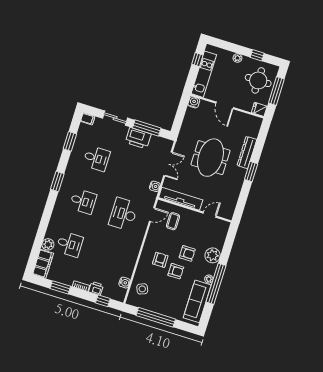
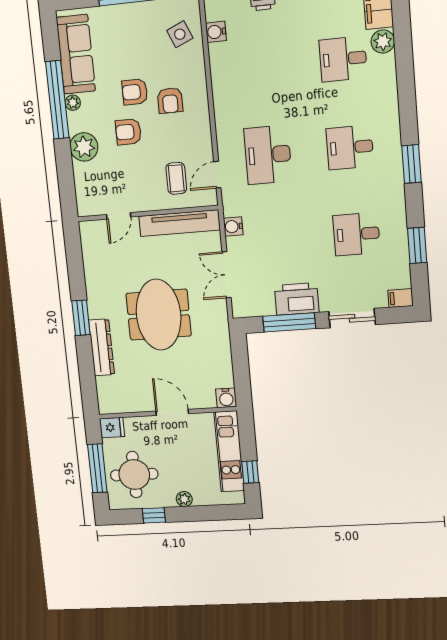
desk: (124, 214) -> (268, 155), turned 180

